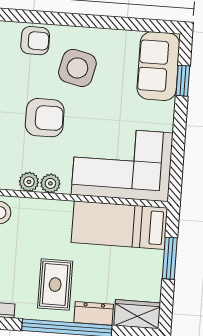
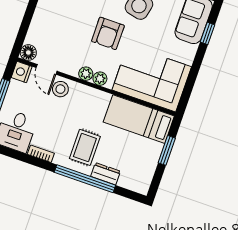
armchair: (45, 118) -> (108, 33), turned 90
wardrobe: (137, 314) -> (135, 182), removed

